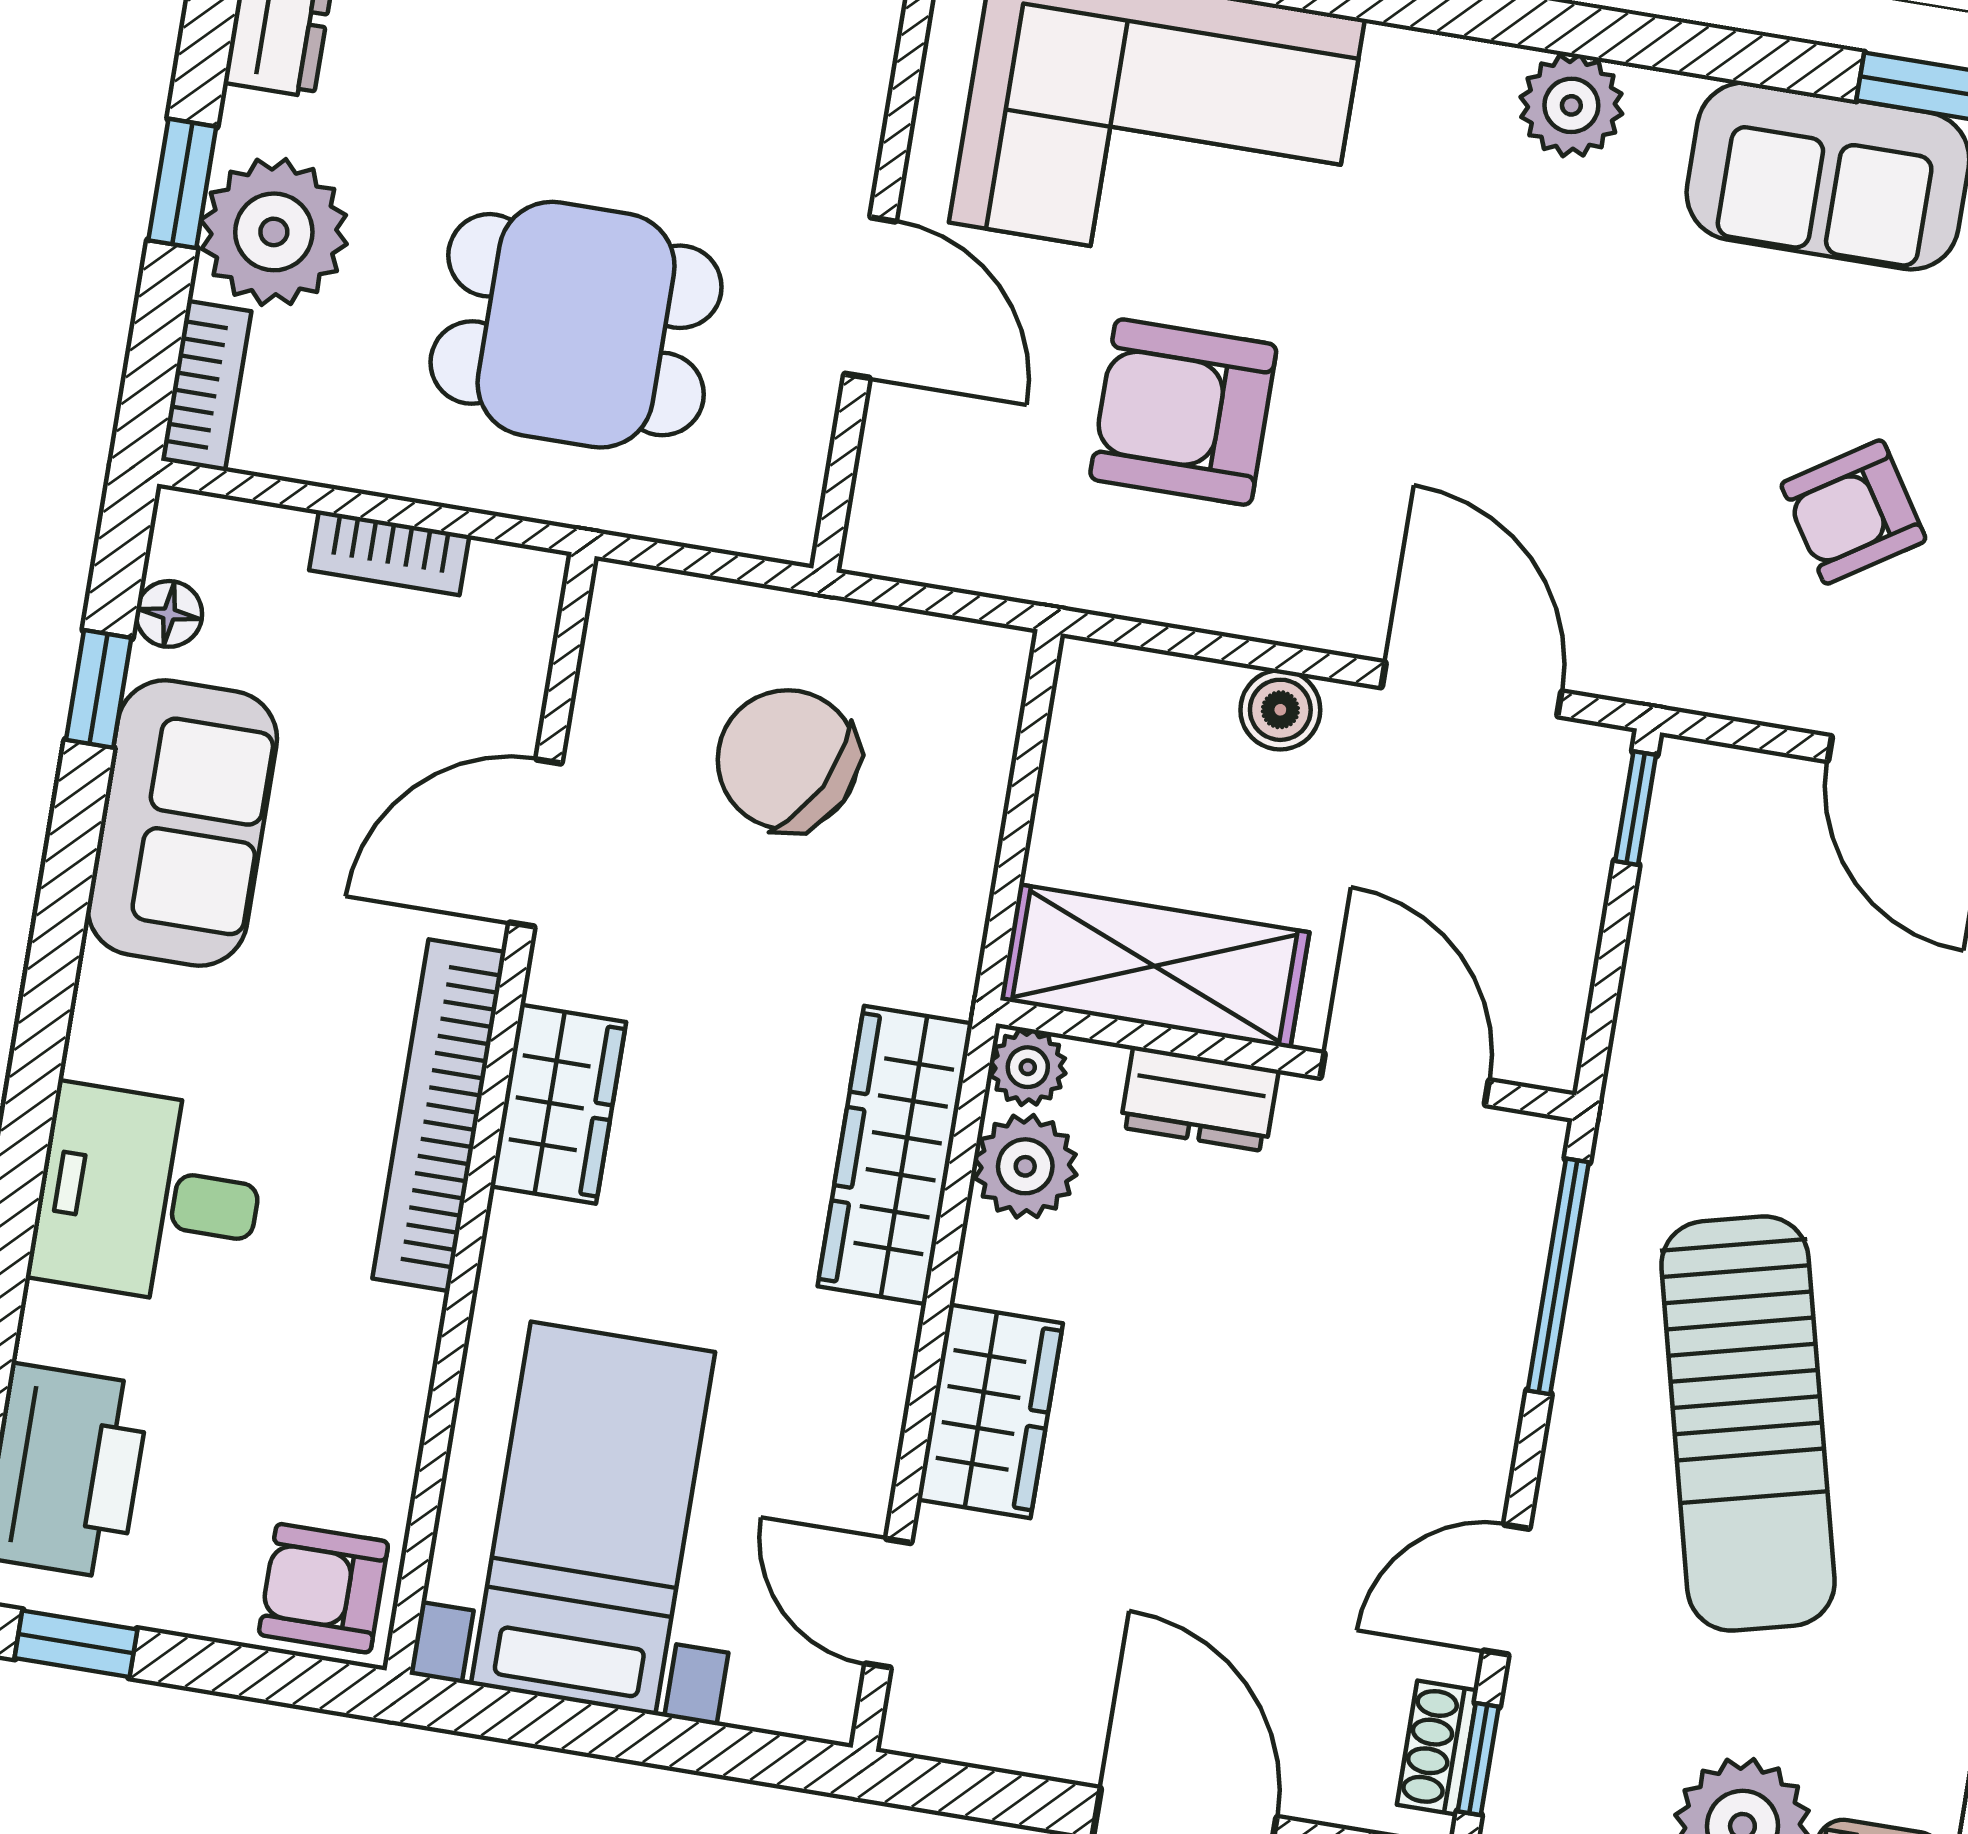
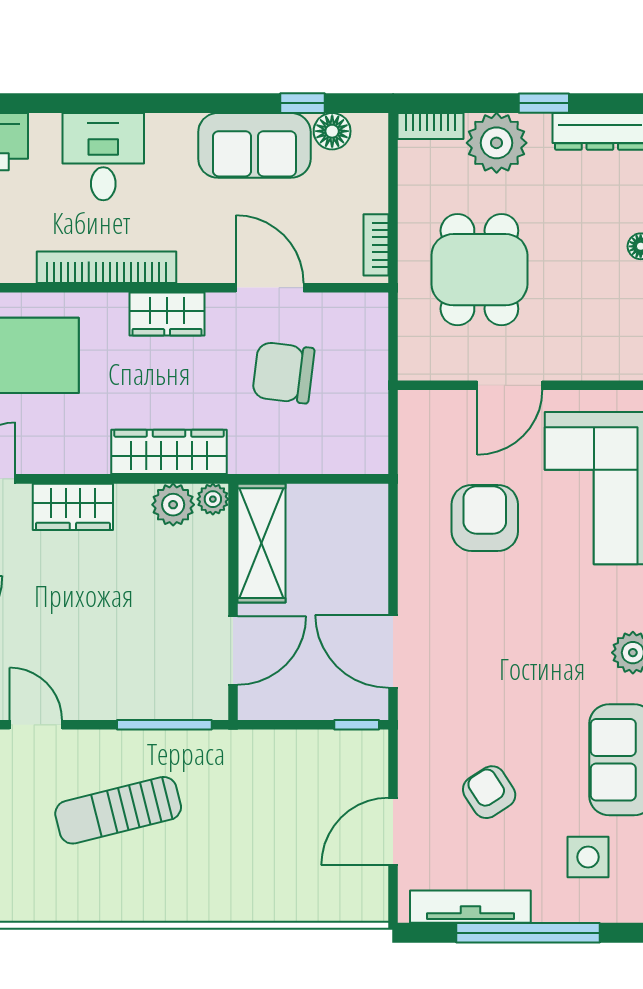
window: (182, 183) -> (544, 103), moved
bookcase: (389, 553) -> (376, 245), moved
floor lamp: (169, 614) -> (332, 131), width x1.37, depth x1.37
door: (1471, 689) -> (393, 651), swing flipped
boiler: (1280, 710) -> (372, 576), removed
chair: (788, 760) -> (283, 373), moved, turned -110
dresser: (1199, 1099) -> (212, 570), removed
bookcase: (439, 1115) -> (106, 267), moved
sun lounger: (1748, 1424) -> (118, 810), width x0.73, depth x0.75

